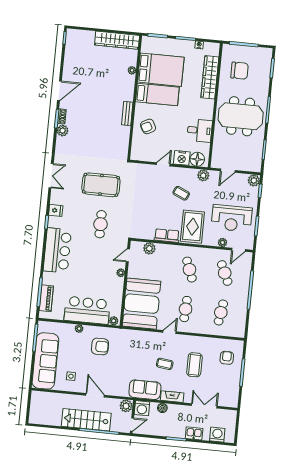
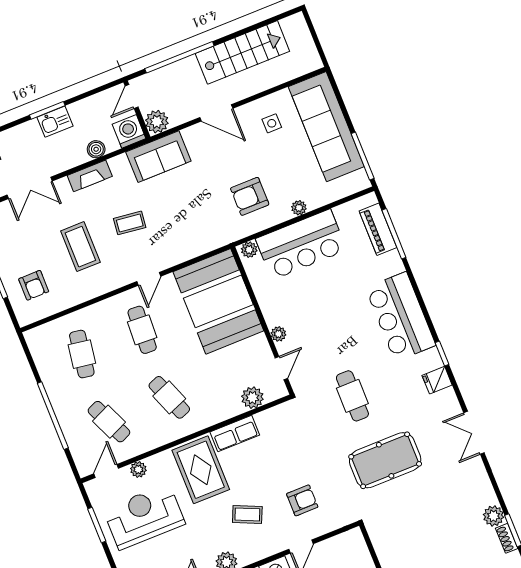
armchair: (151, 186) -> (302, 500), added
sofa: (145, 390) -> (158, 157), moved
stairs: (86, 420) -> (242, 52), moved
kitchen sink: (194, 433) -> (55, 122), moved

